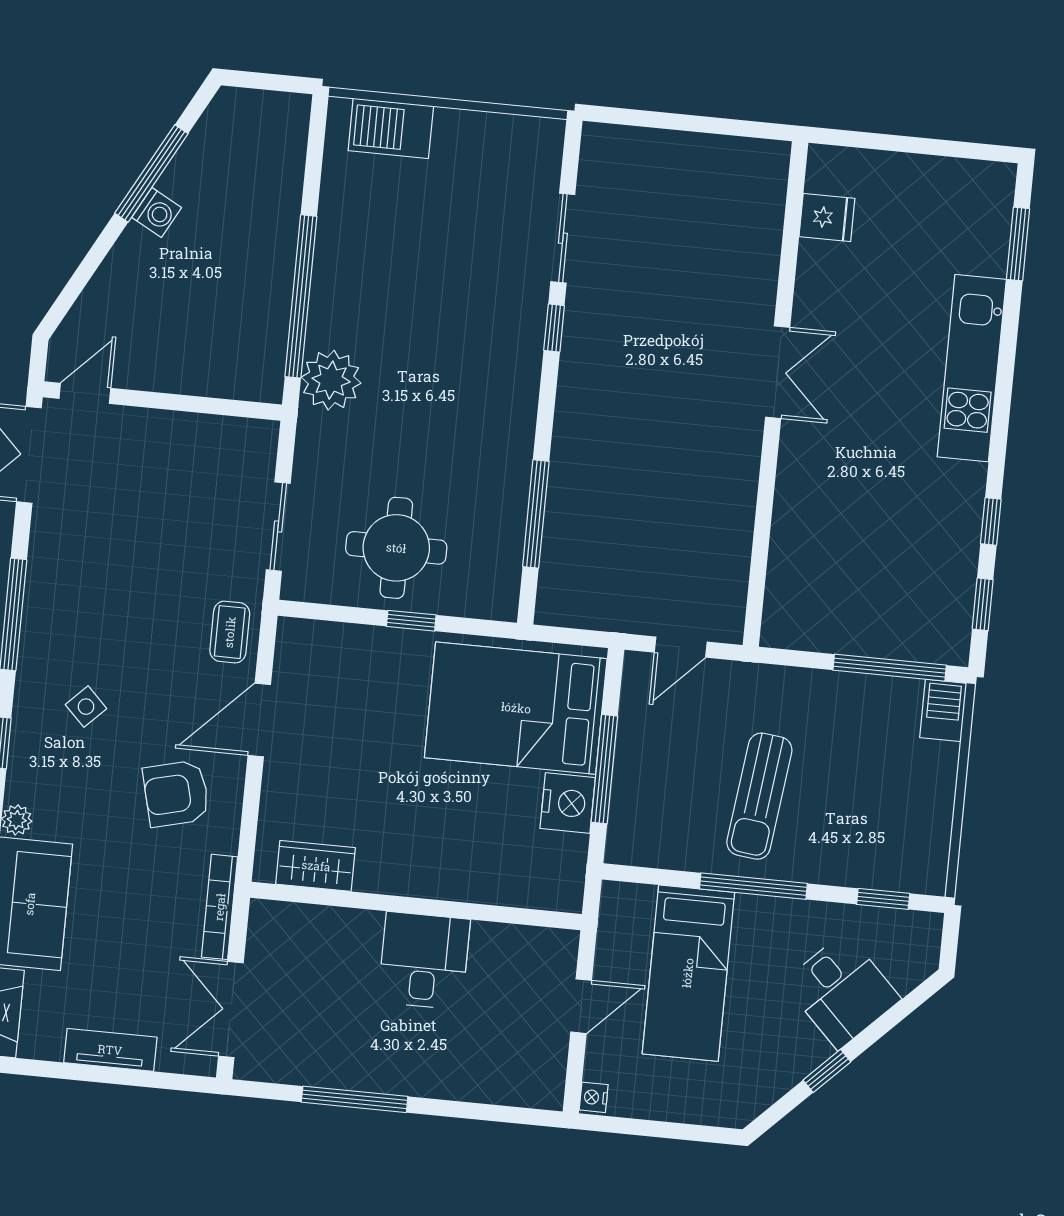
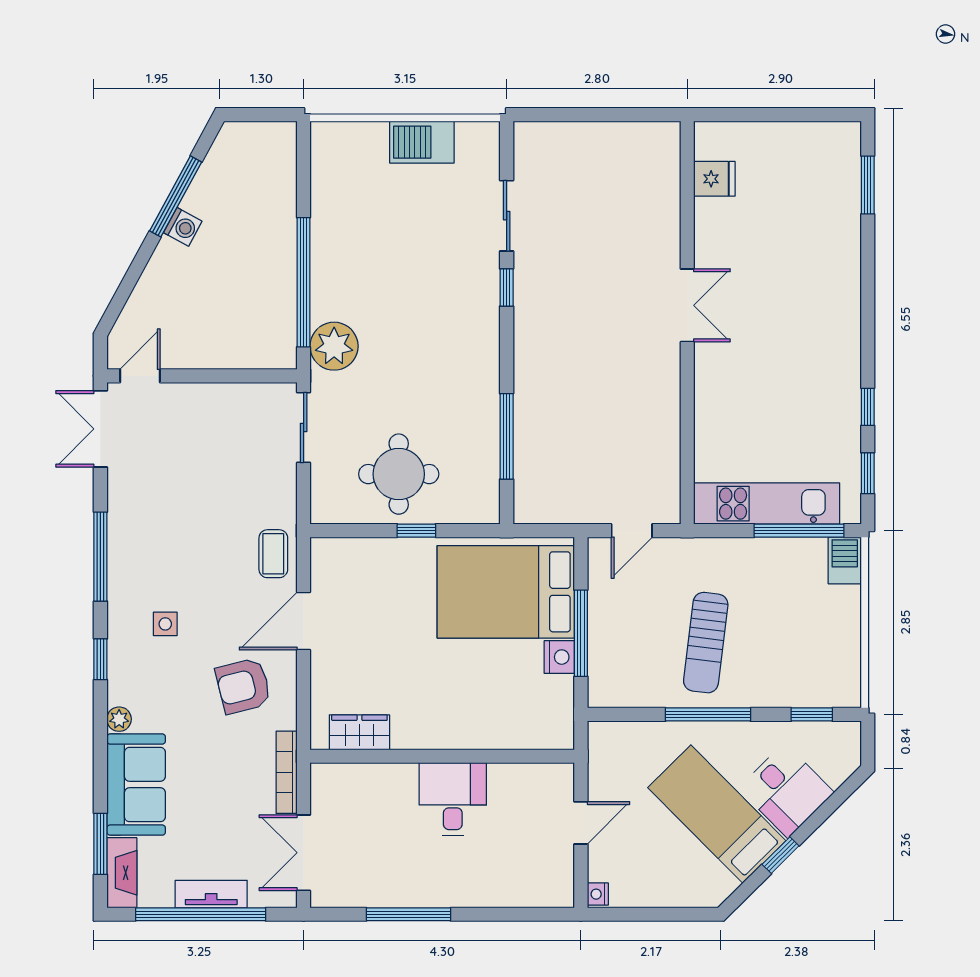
barbecue: (391, 128) -> (422, 142), moved
kitchen unit: (972, 368) -> (767, 504), moved, turned 90
sliding door: (278, 527) -> (304, 428), moved
side table: (86, 707) -> (165, 624), turned 45
nightstand: (568, 803) -> (559, 657), width x0.74, depth x0.75
bed: (688, 973) -> (717, 814), moved, turned 135
window: (95, 1074) -> (201, 914), added

